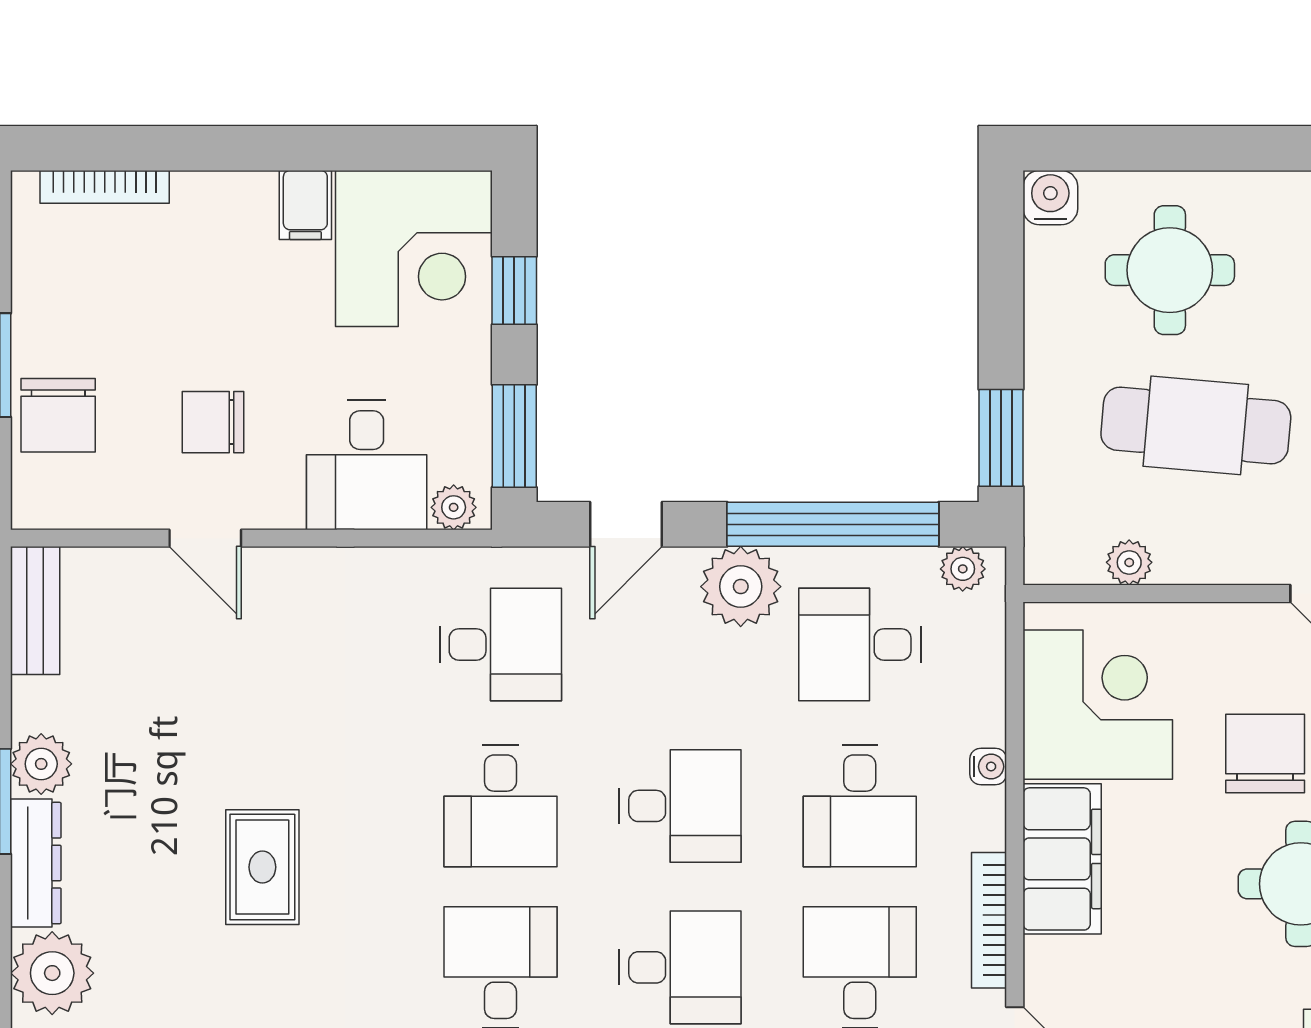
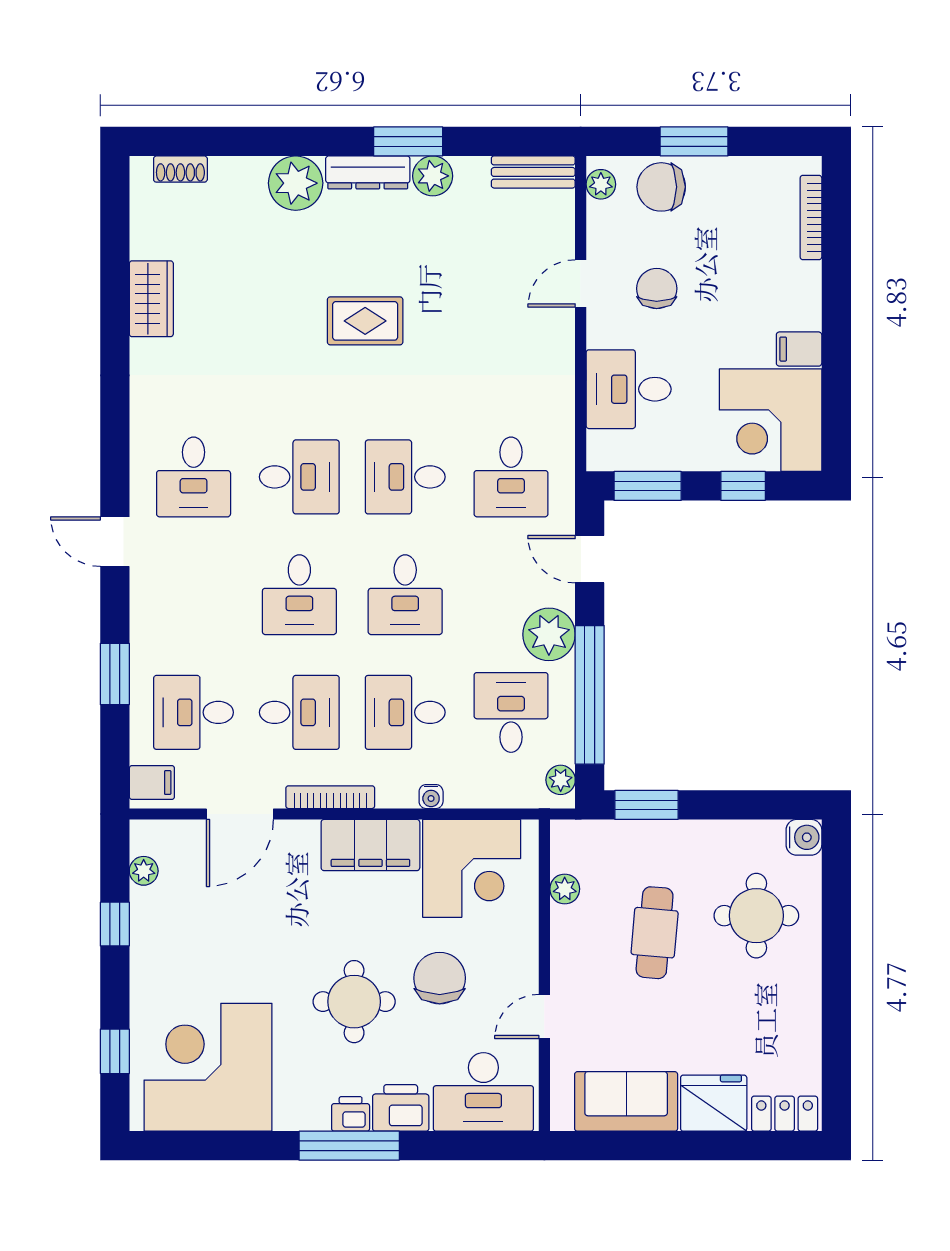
cafe table: (1196, 425) -> (655, 933), width x0.73, depth x0.74
plant: (454, 507) -> (601, 184), moved
chair: (1265, 753) -> (440, 978), turned -90

